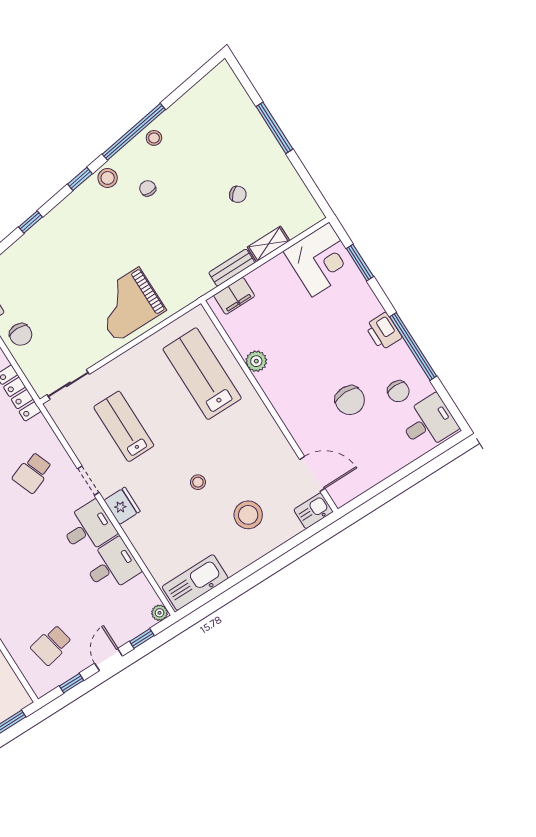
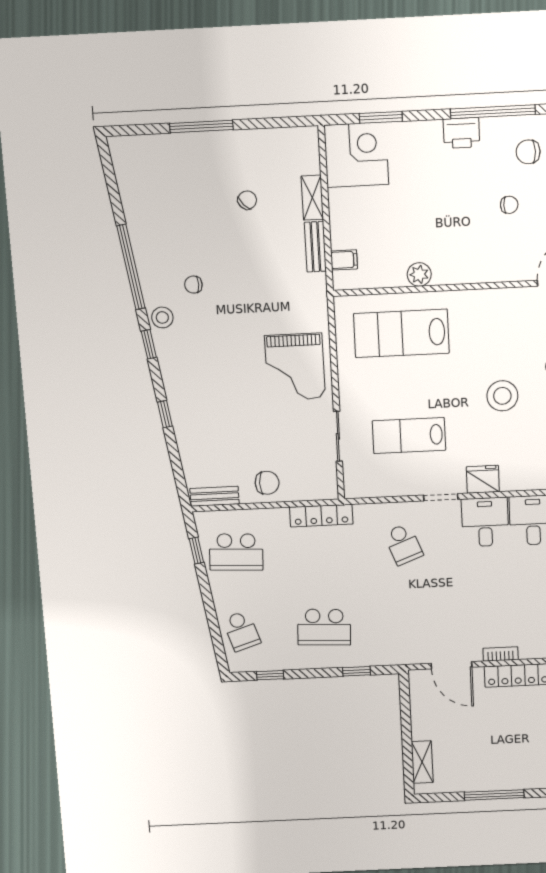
stool: (154, 138) -> (147, 251), removed
filing cabinet: (234, 296) -> (344, 260), width x0.50
sliding door: (68, 384) -> (338, 436), moved
chair: (398, 391) -> (528, 152), turned 180
chair: (350, 400) -> (509, 205), width x0.54, depth x0.54
stool: (198, 482) -> (502, 396), width x1.89, depth x1.89

